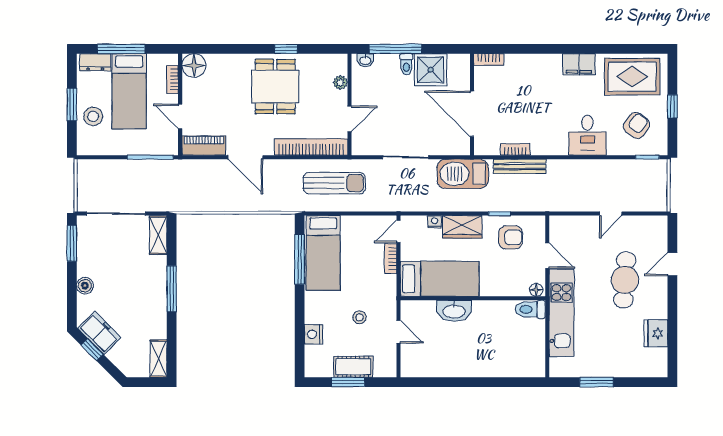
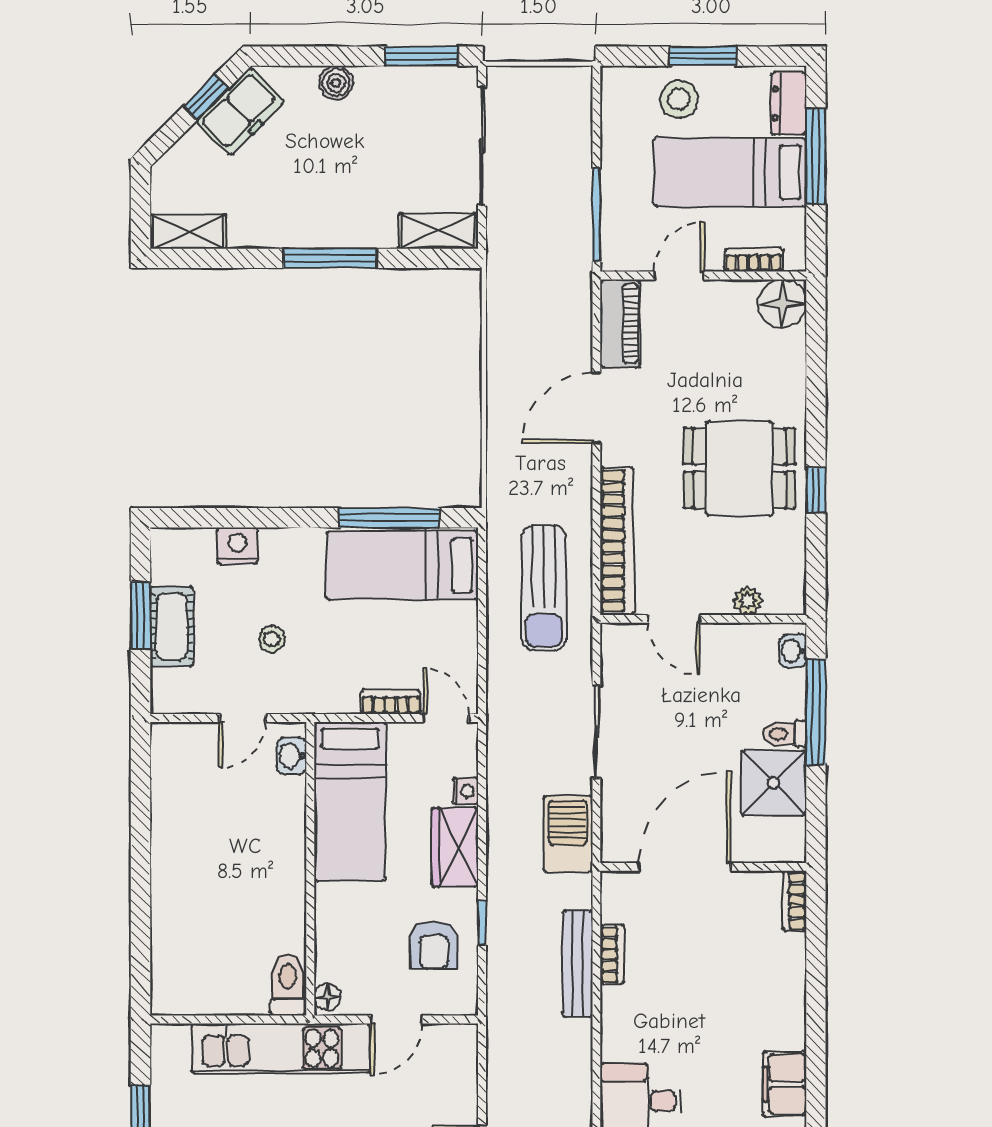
barbecue: (463, 174) -> (568, 834), width x0.73, depth x0.83
washbasin: (454, 311) -> (292, 756), moved, width x0.52, depth x0.69

